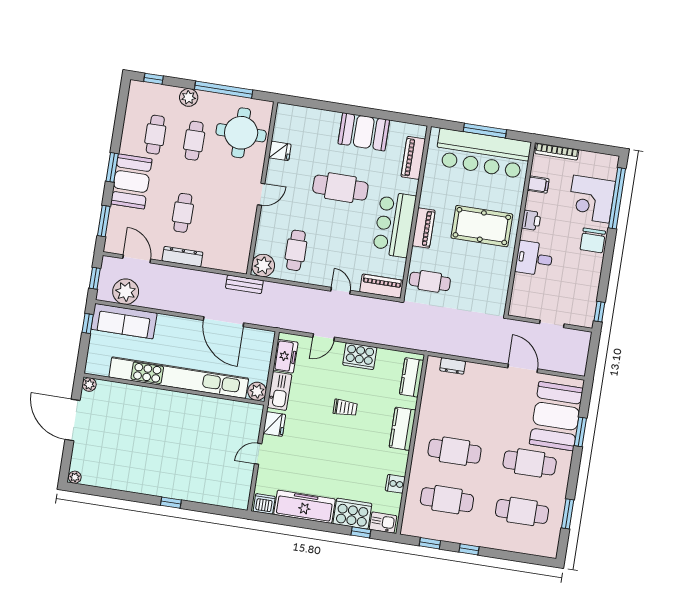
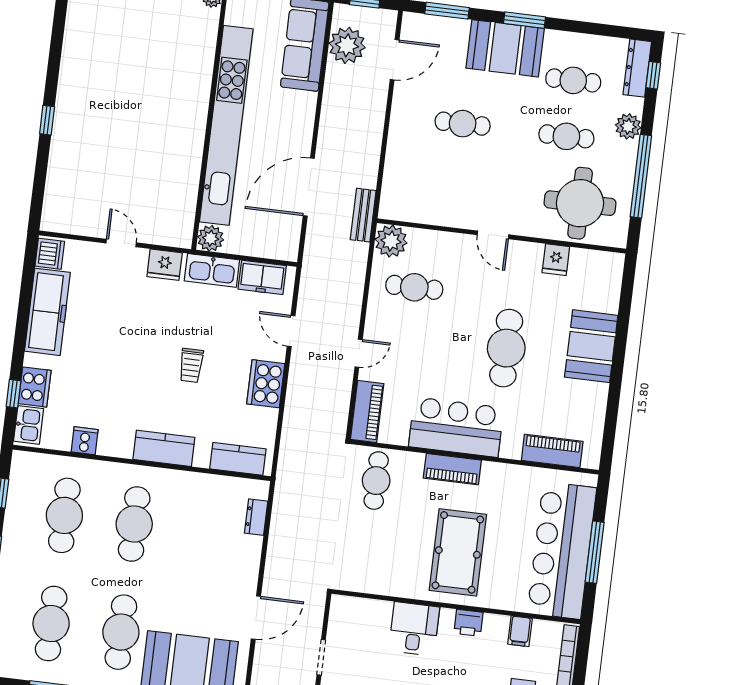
booth: (364, 132) -> (591, 346), moved
dresser: (182, 257) -> (637, 68), moved, turned 180
cooker: (352, 514) -> (35, 387), width x0.73, depth x0.76

